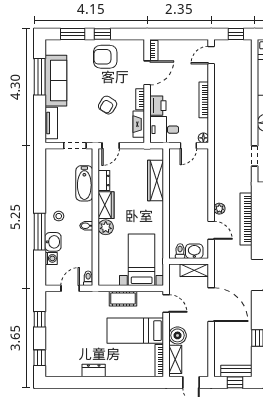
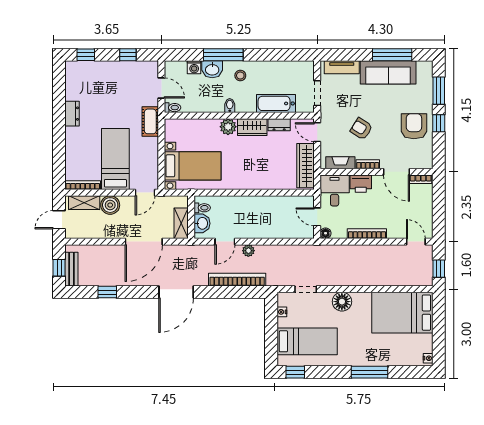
wardrobe: (156, 181) -> (306, 166), moved, turned -90
cot: (123, 299) -> (150, 121), moved

